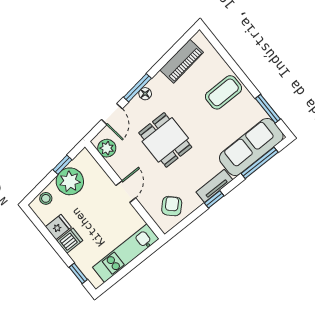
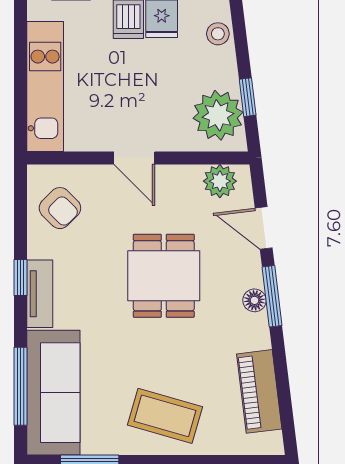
coffee table: (223, 92) -> (165, 416), turned -74
dining table: (165, 140) -> (164, 276), turned 90
plant: (70, 181) -> (218, 115), moved

